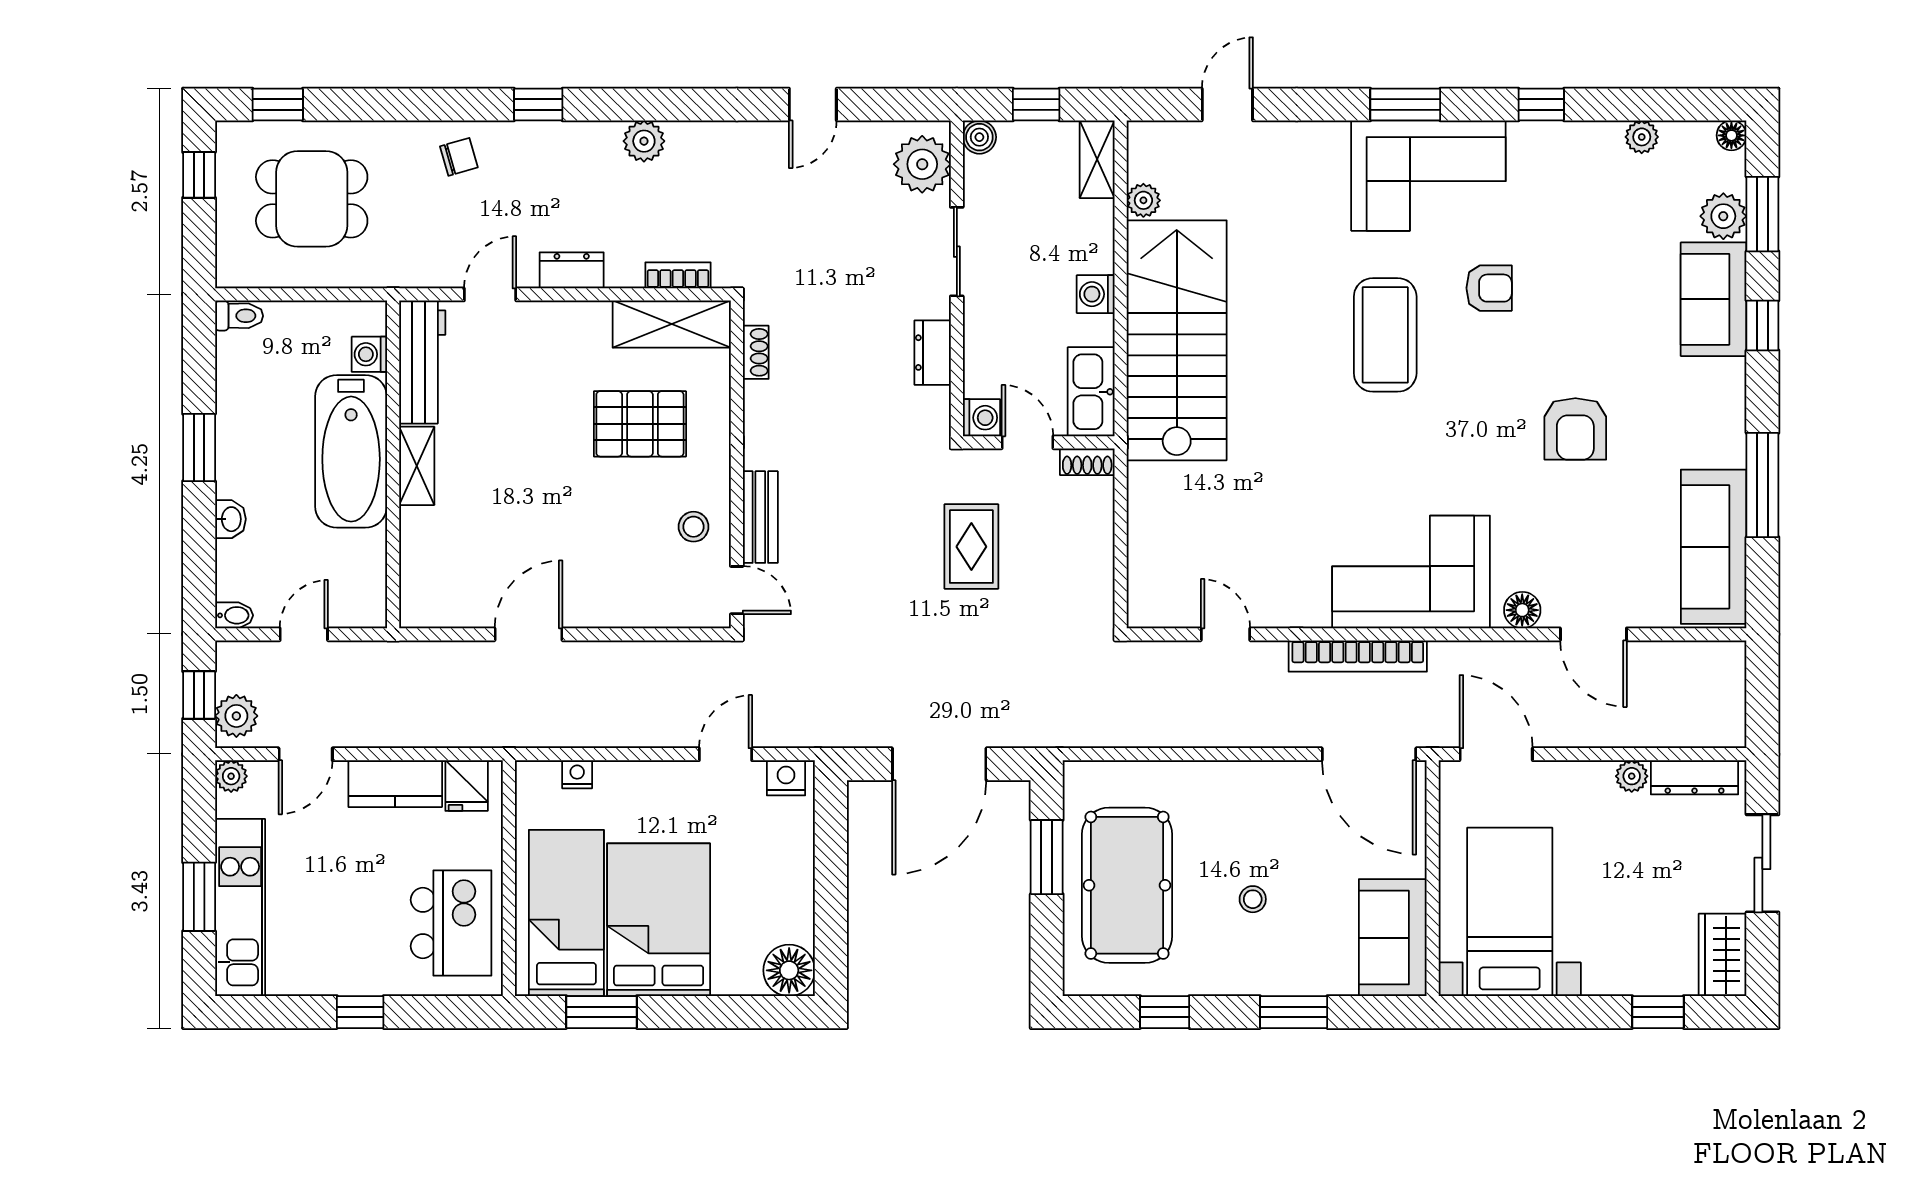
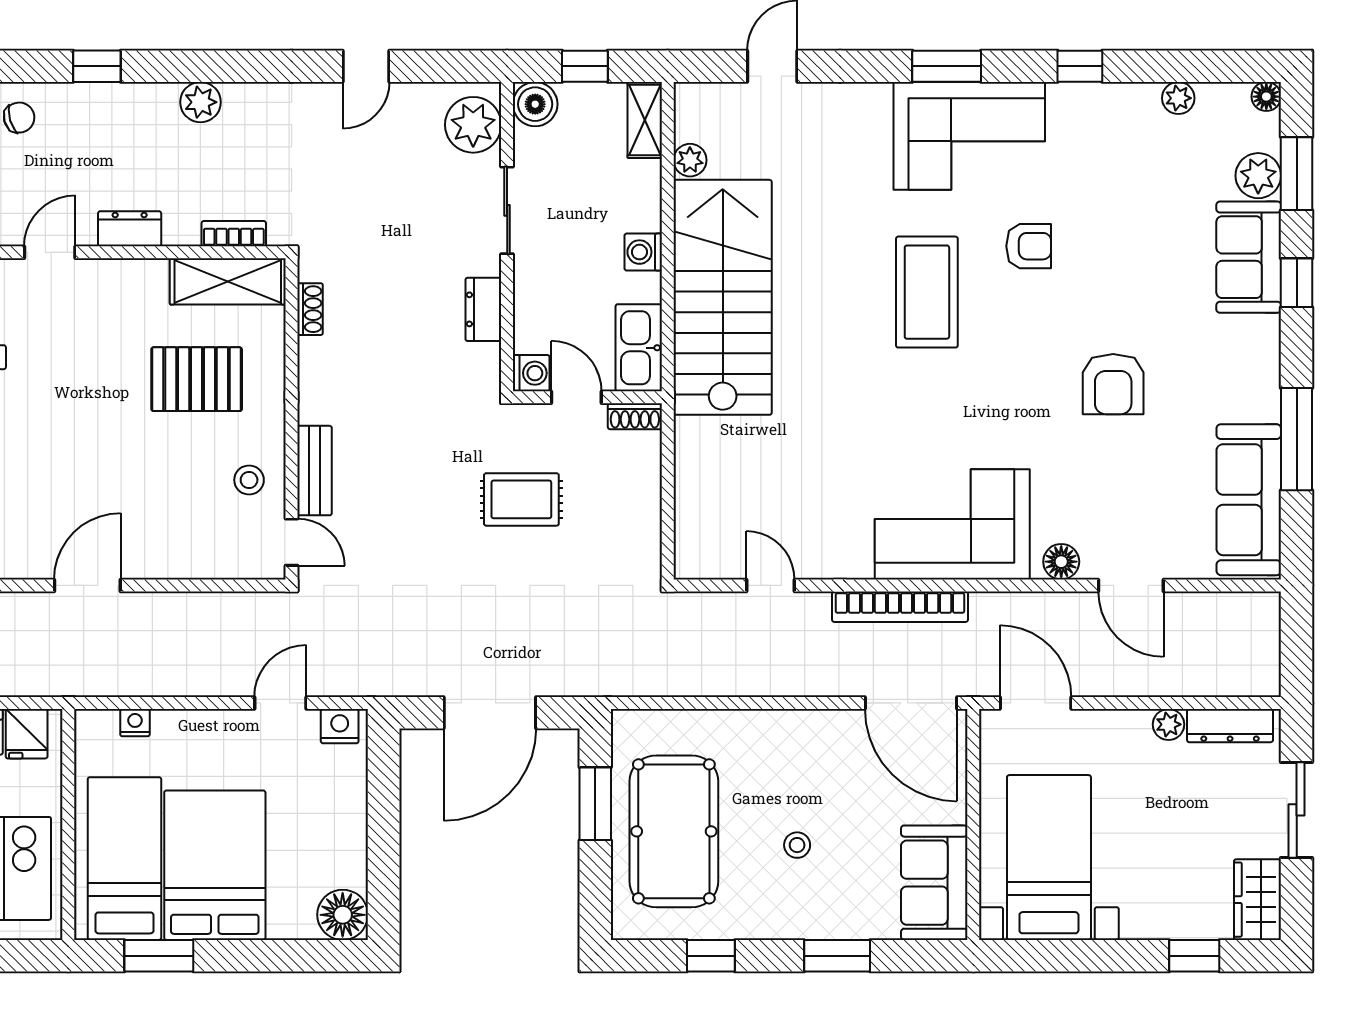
boiler: (979, 137) -> (535, 104), width x1.36, depth x1.36
rug: (971, 547) -> (521, 499), turned 90

